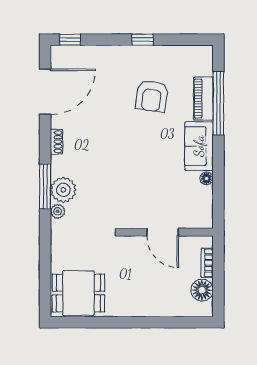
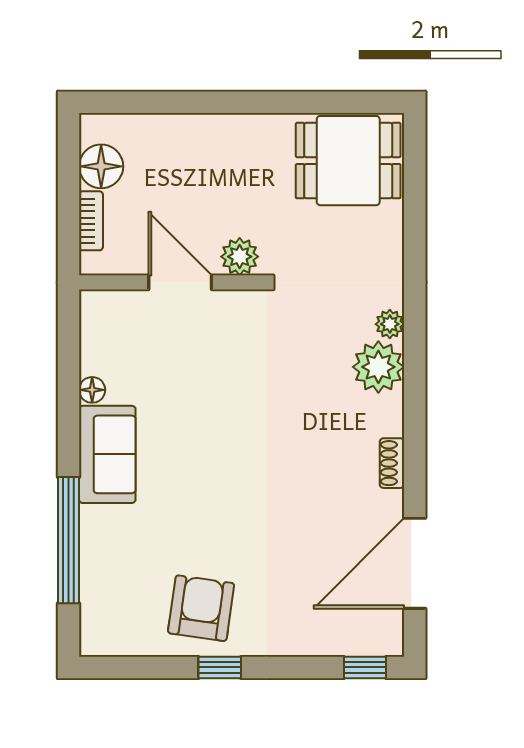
armchair: (152, 96) -> (201, 608), moved
piano: (203, 99) -> (99, 549), removed
window: (45, 187) -> (415, 373), removed
plant: (133, 245) -> (240, 257), added

